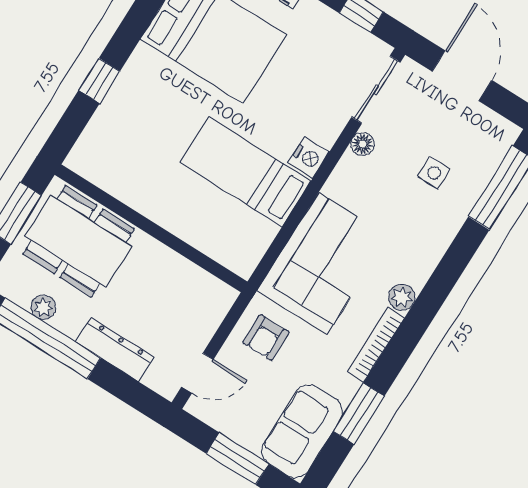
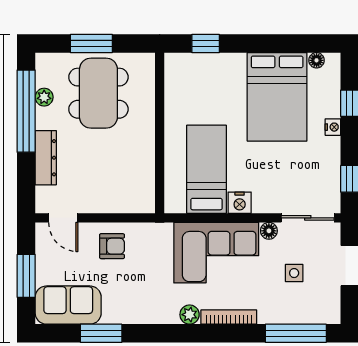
side table: (434, 173) -> (294, 273), moved
wall: (151, 228) -> (160, 133), moved
corner sofa: (323, 263) -> (216, 253), moved
armchair: (266, 337) -> (112, 246), turned 180
bookcase: (376, 345) -> (229, 317), moved

